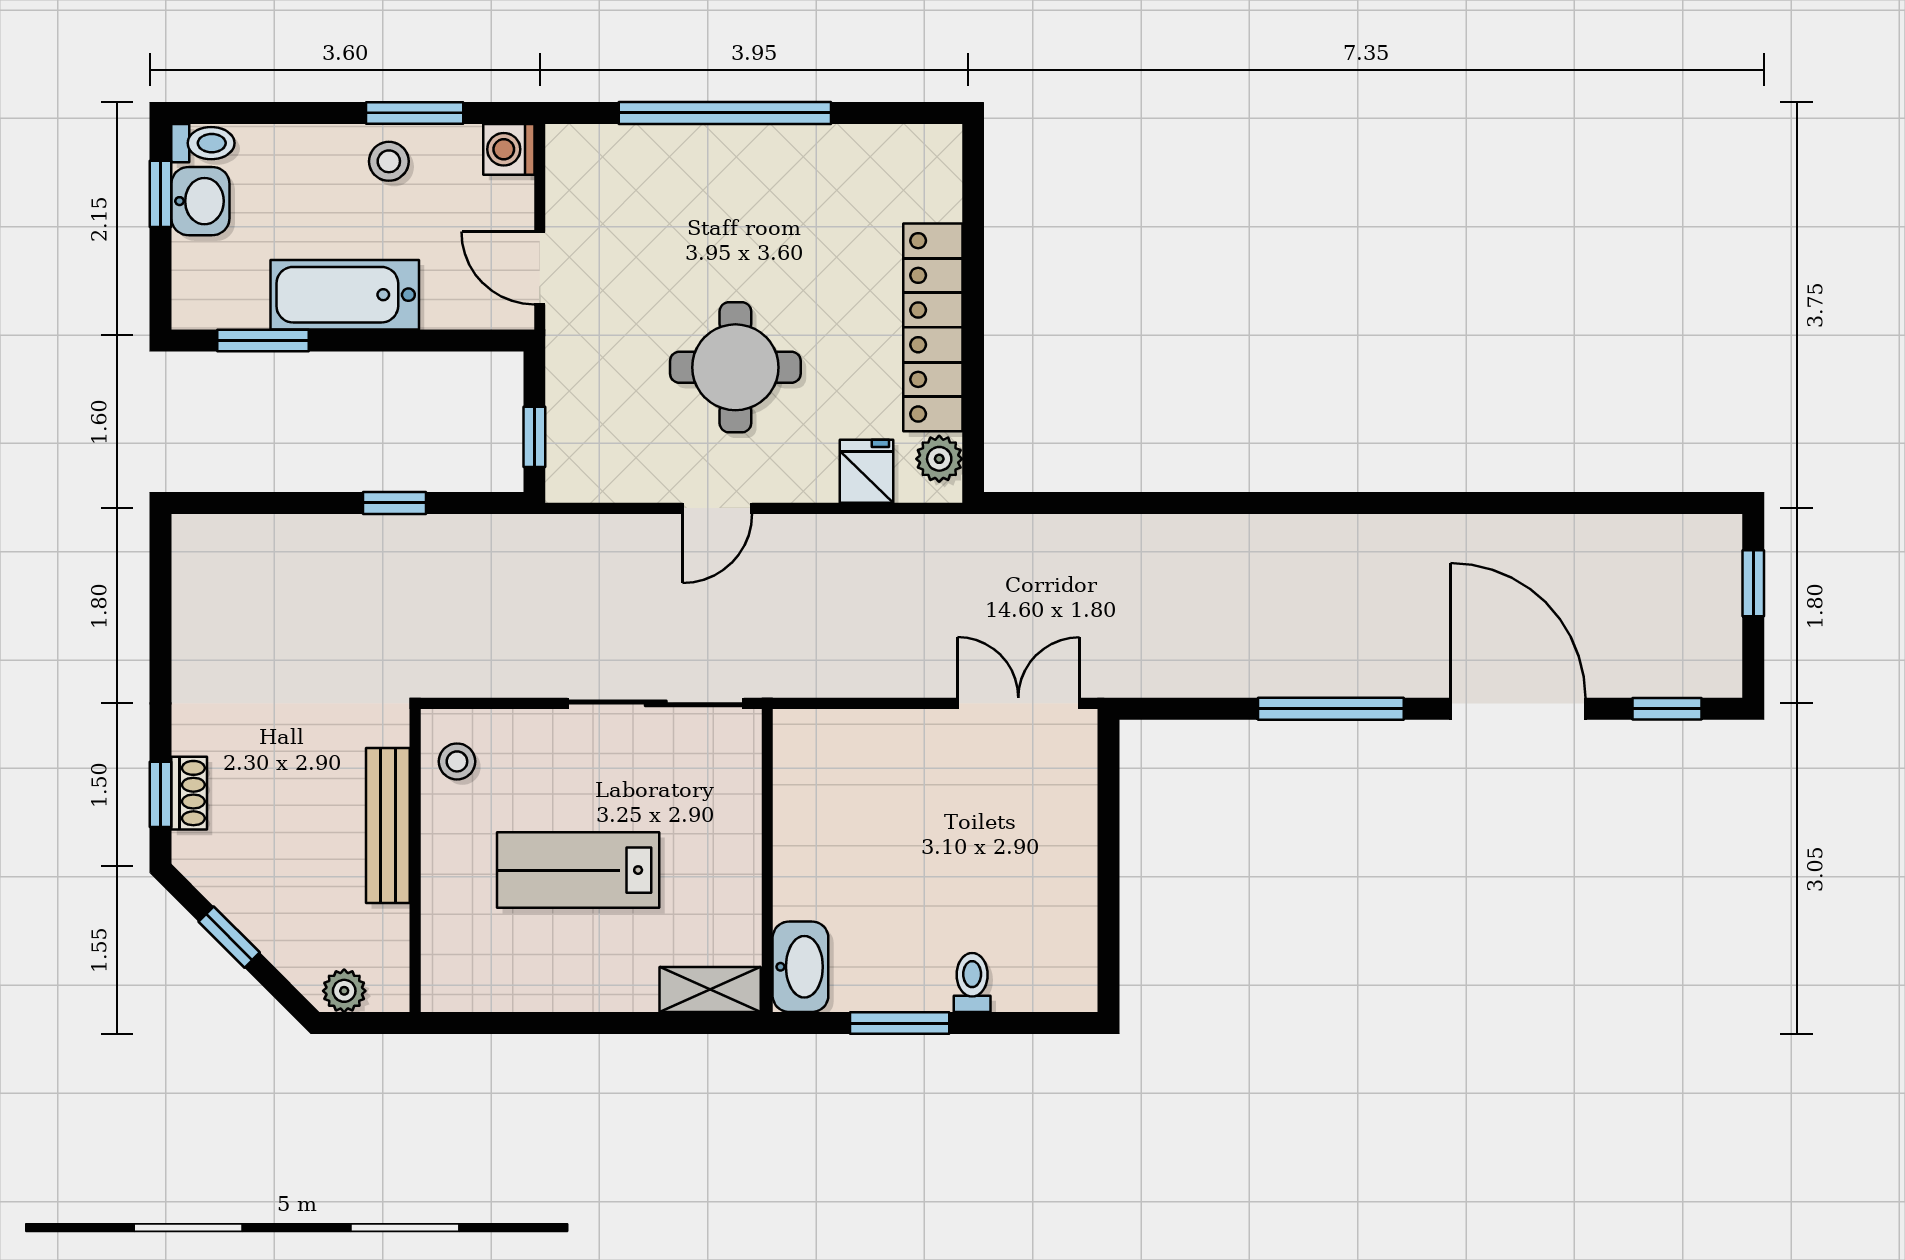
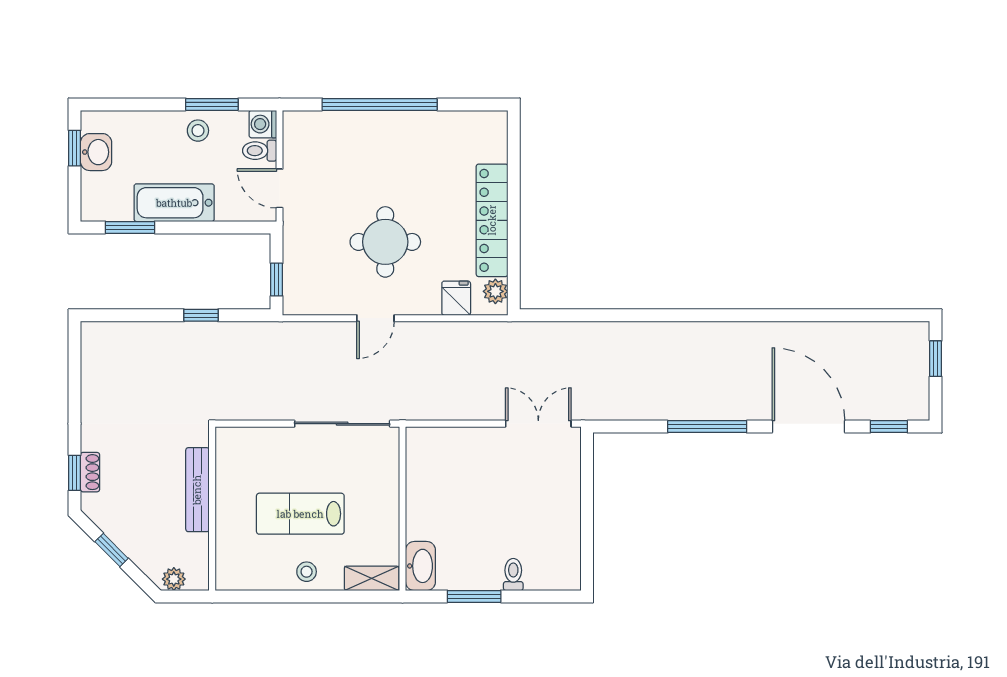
toilet: (203, 143) -> (260, 151), moved, turned 180
stool: (457, 761) -> (307, 572), moved

